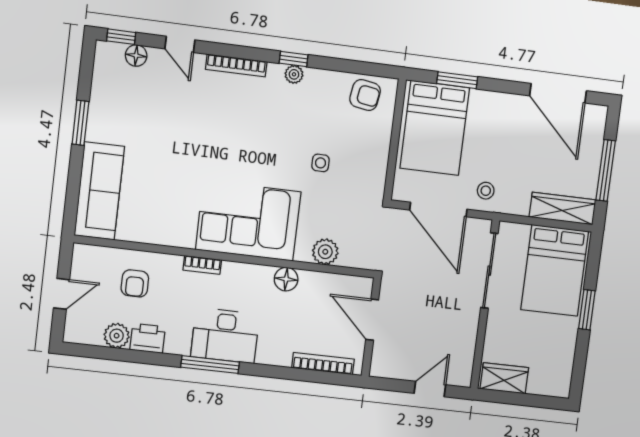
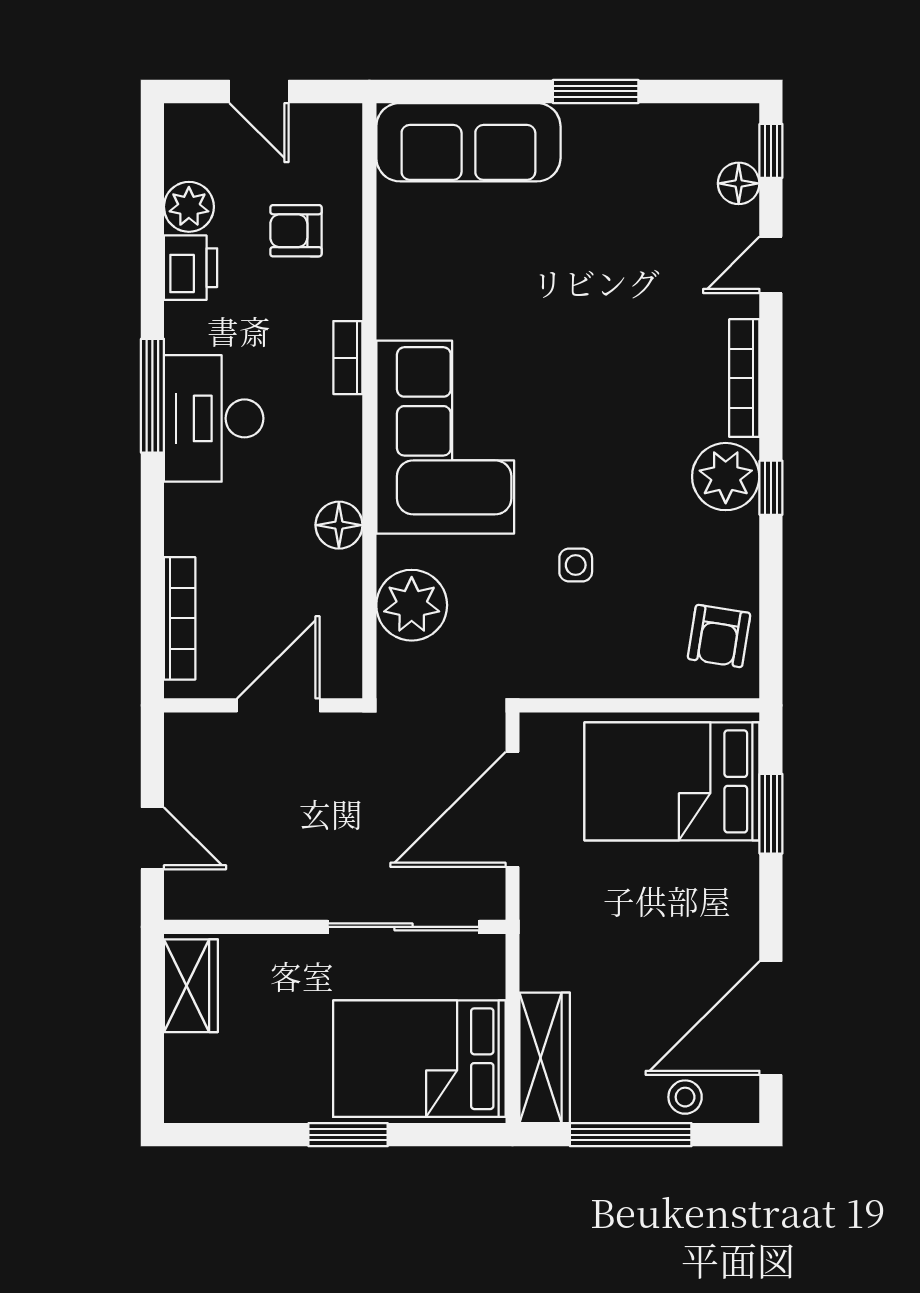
plant: (294, 74) -> (726, 477), width x1.87, depth x1.87
stool: (486, 191) -> (685, 1097), moved
plant: (325, 252) -> (412, 605), width x1.36, depth x1.36

